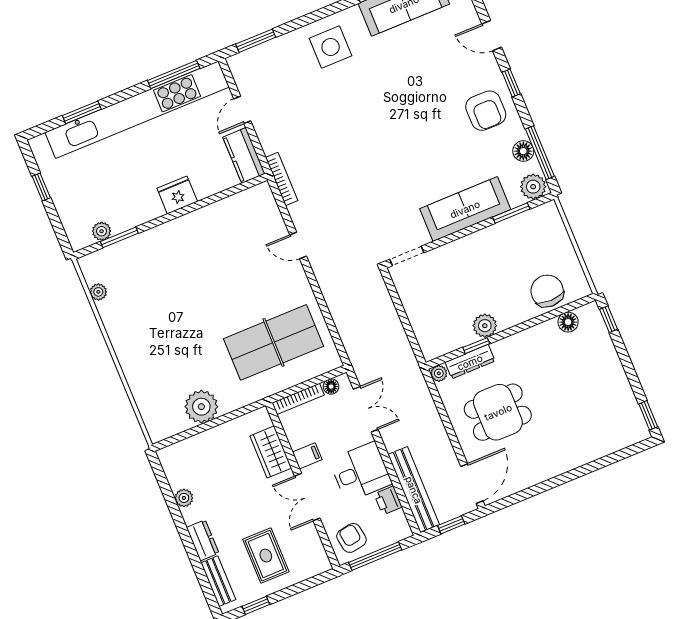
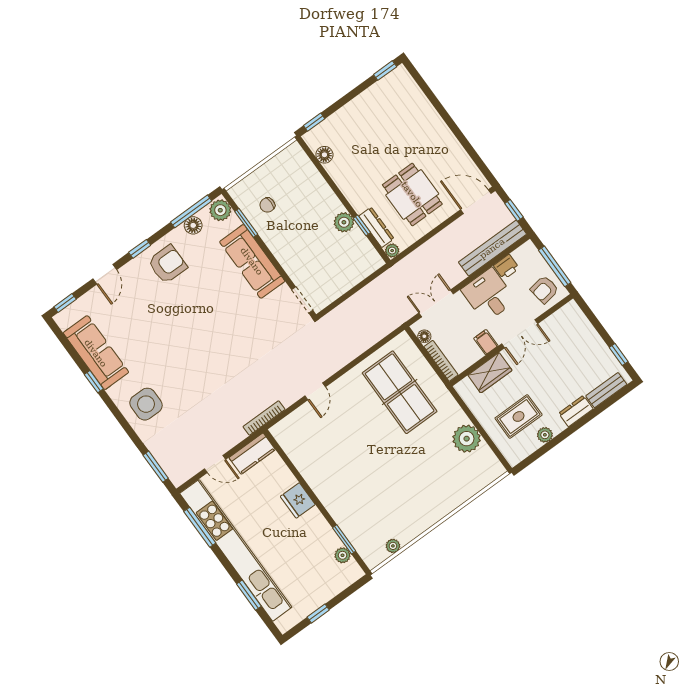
chair: (547, 291) -> (267, 205), moved, width x0.54, depth x0.54
rug: (266, 556) -> (519, 416), moved

